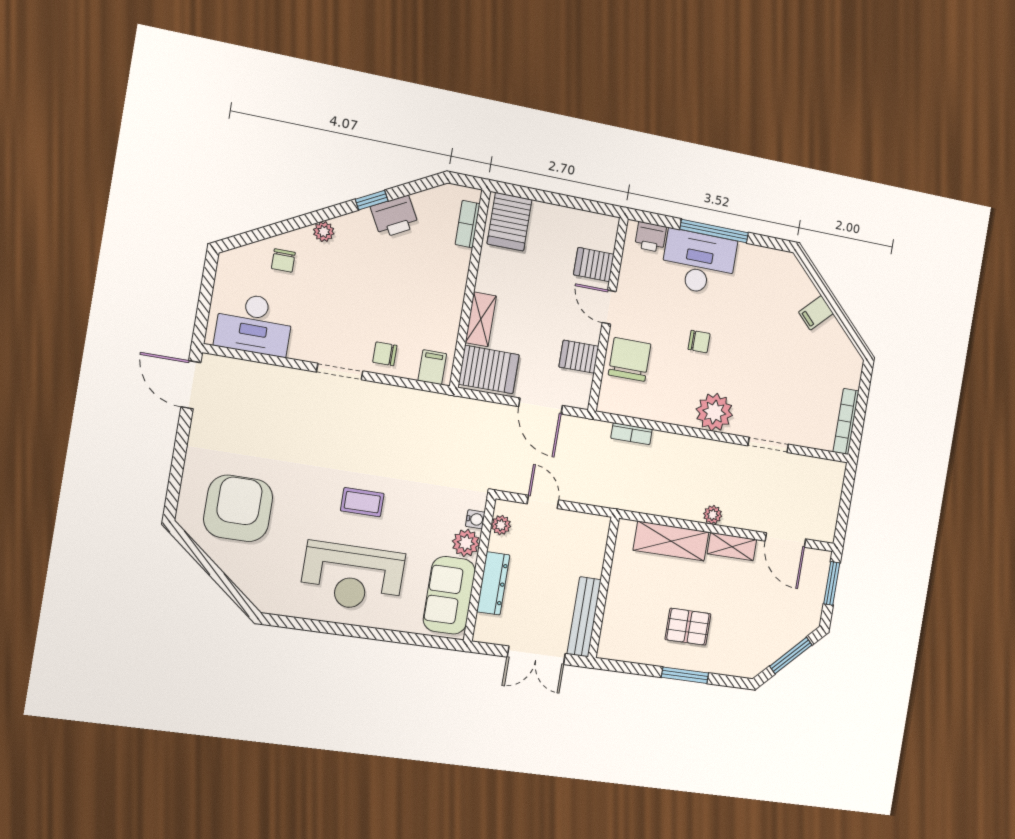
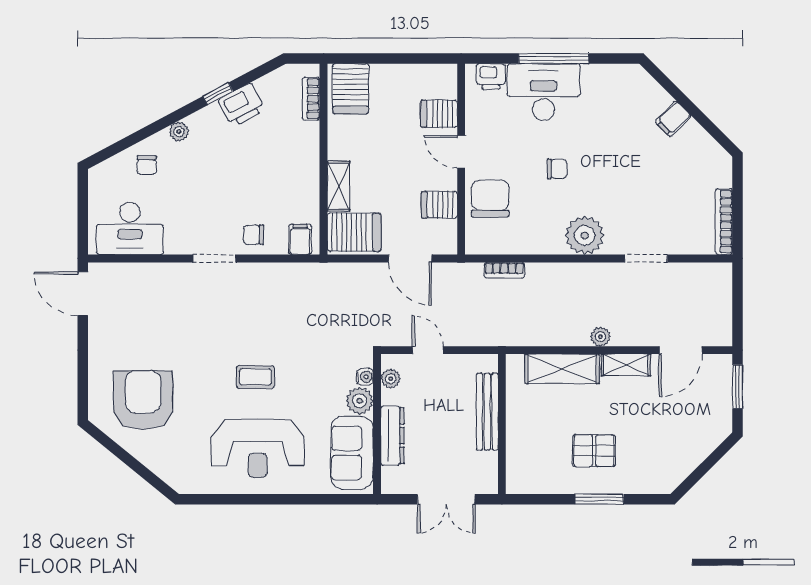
door: (785, 540) -> (681, 350), hinge flipped
bench: (584, 617) -> (487, 412), moved
window: (791, 656) -> (707, 465), removed

